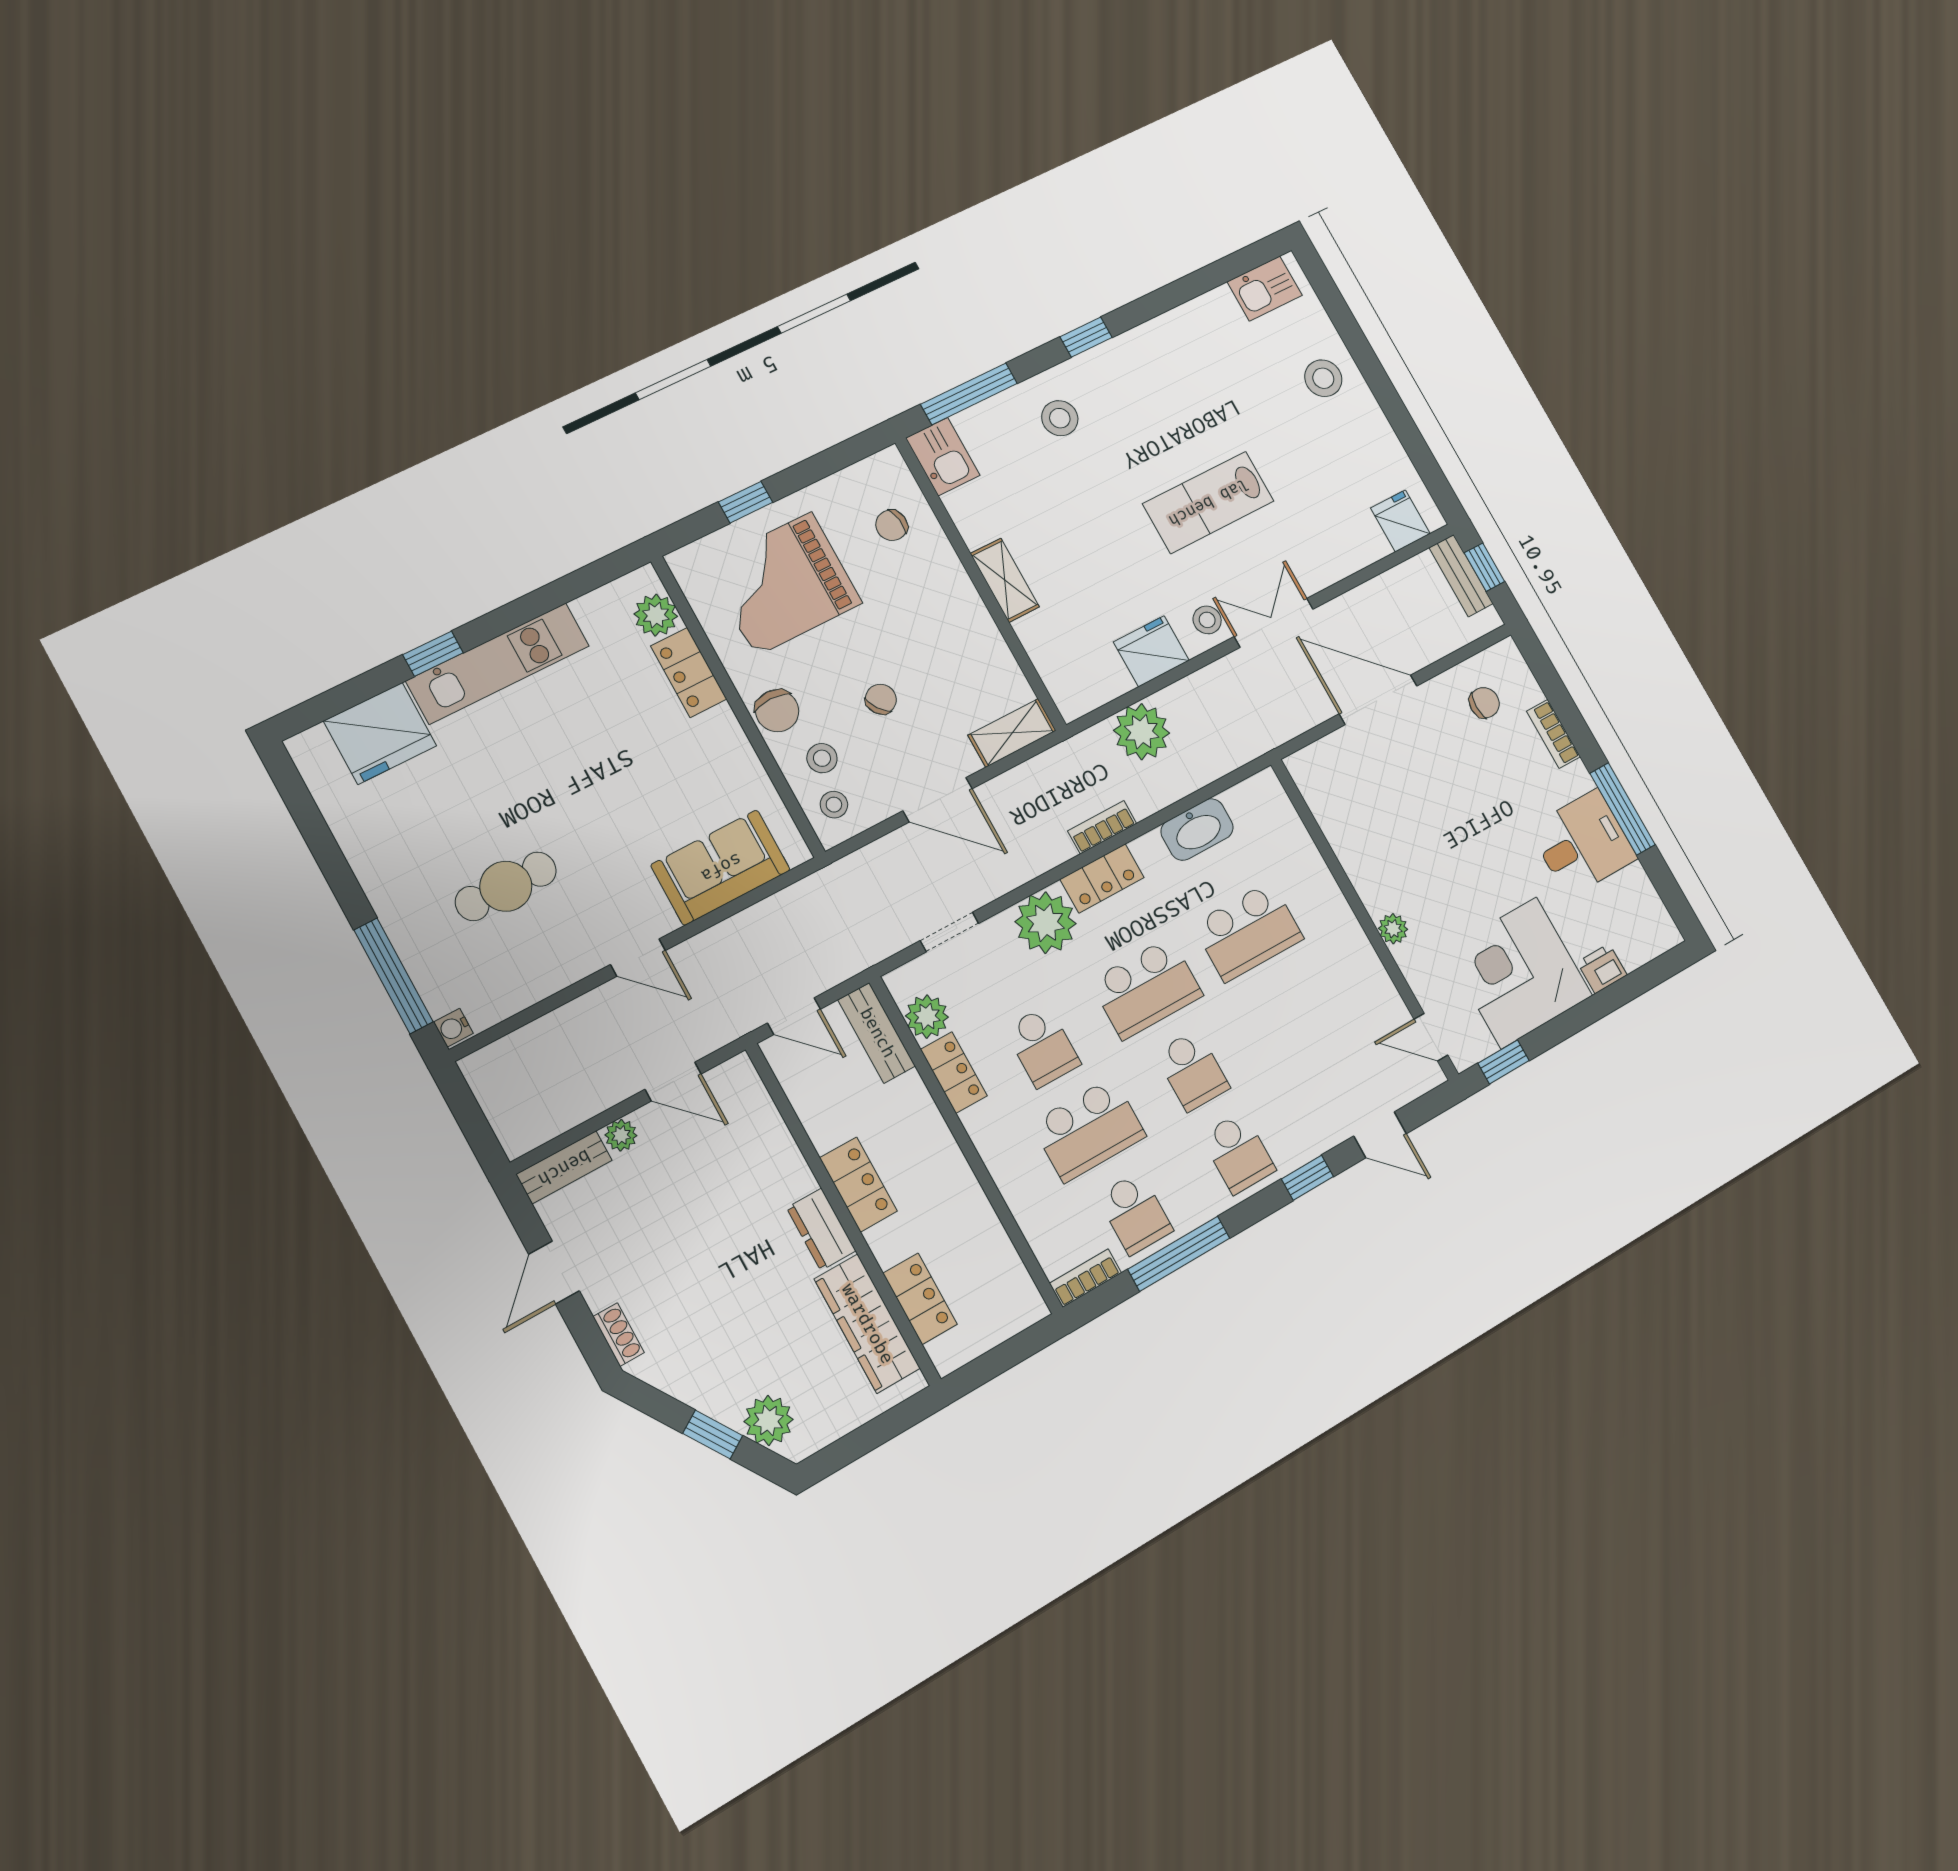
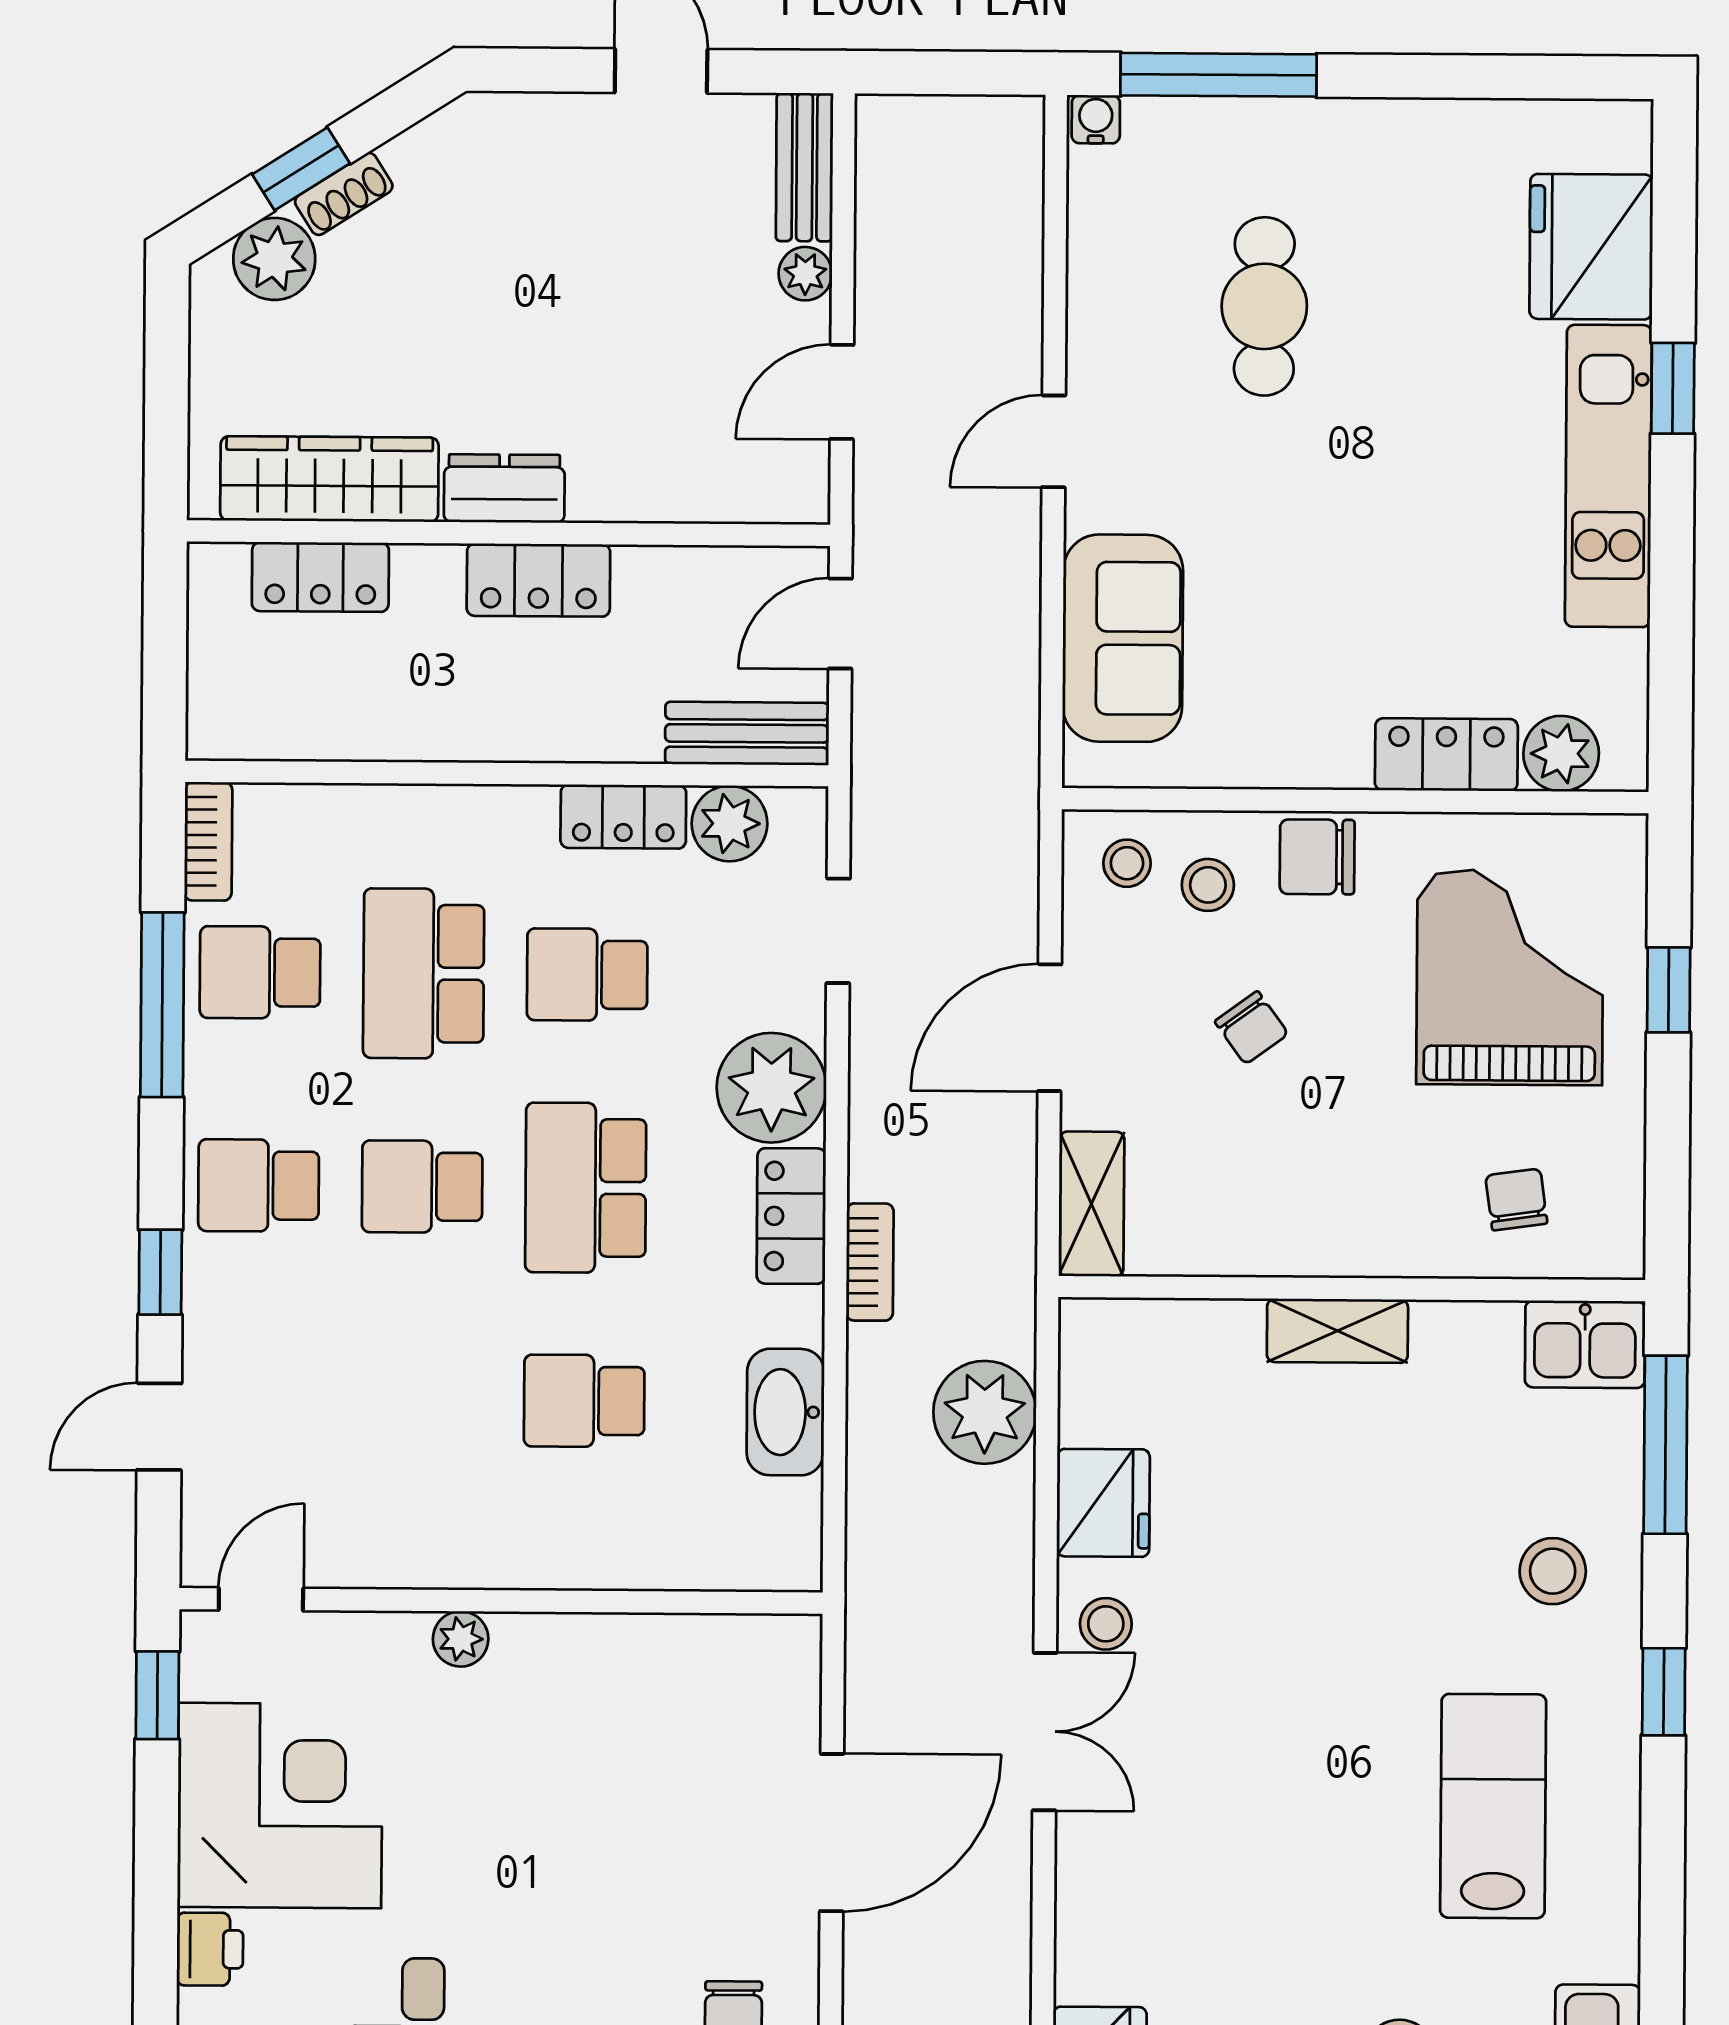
lab bench: (1208, 502) -> (1493, 1806), moved
school desk: (1248, 931) -> (584, 1401), width x0.54
shoe rack: (619, 1335) -> (344, 194), moved, turned -32

